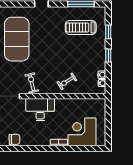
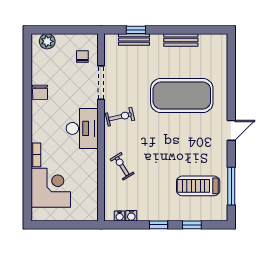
treadmill: (81, 27) -> (198, 186), turned -90

